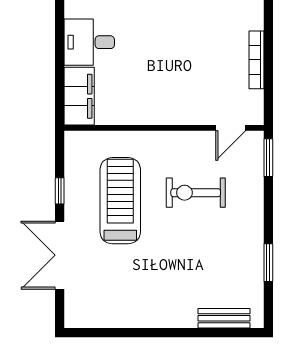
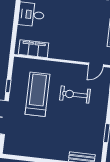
filing cabinet: (79, 96) -> (34, 49), moved, turned -90

